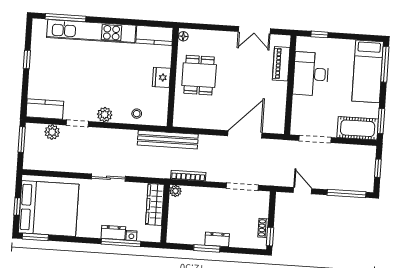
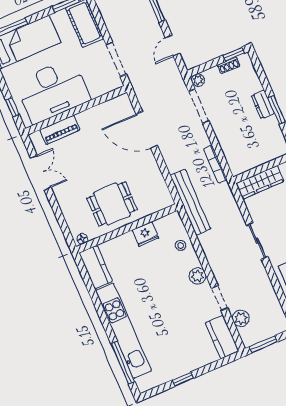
desk: (311, 74) -> (53, 91), width x1.36, depth x1.30
fridge: (161, 77) -> (145, 234), moved
plant: (175, 191) -> (198, 80), moved

